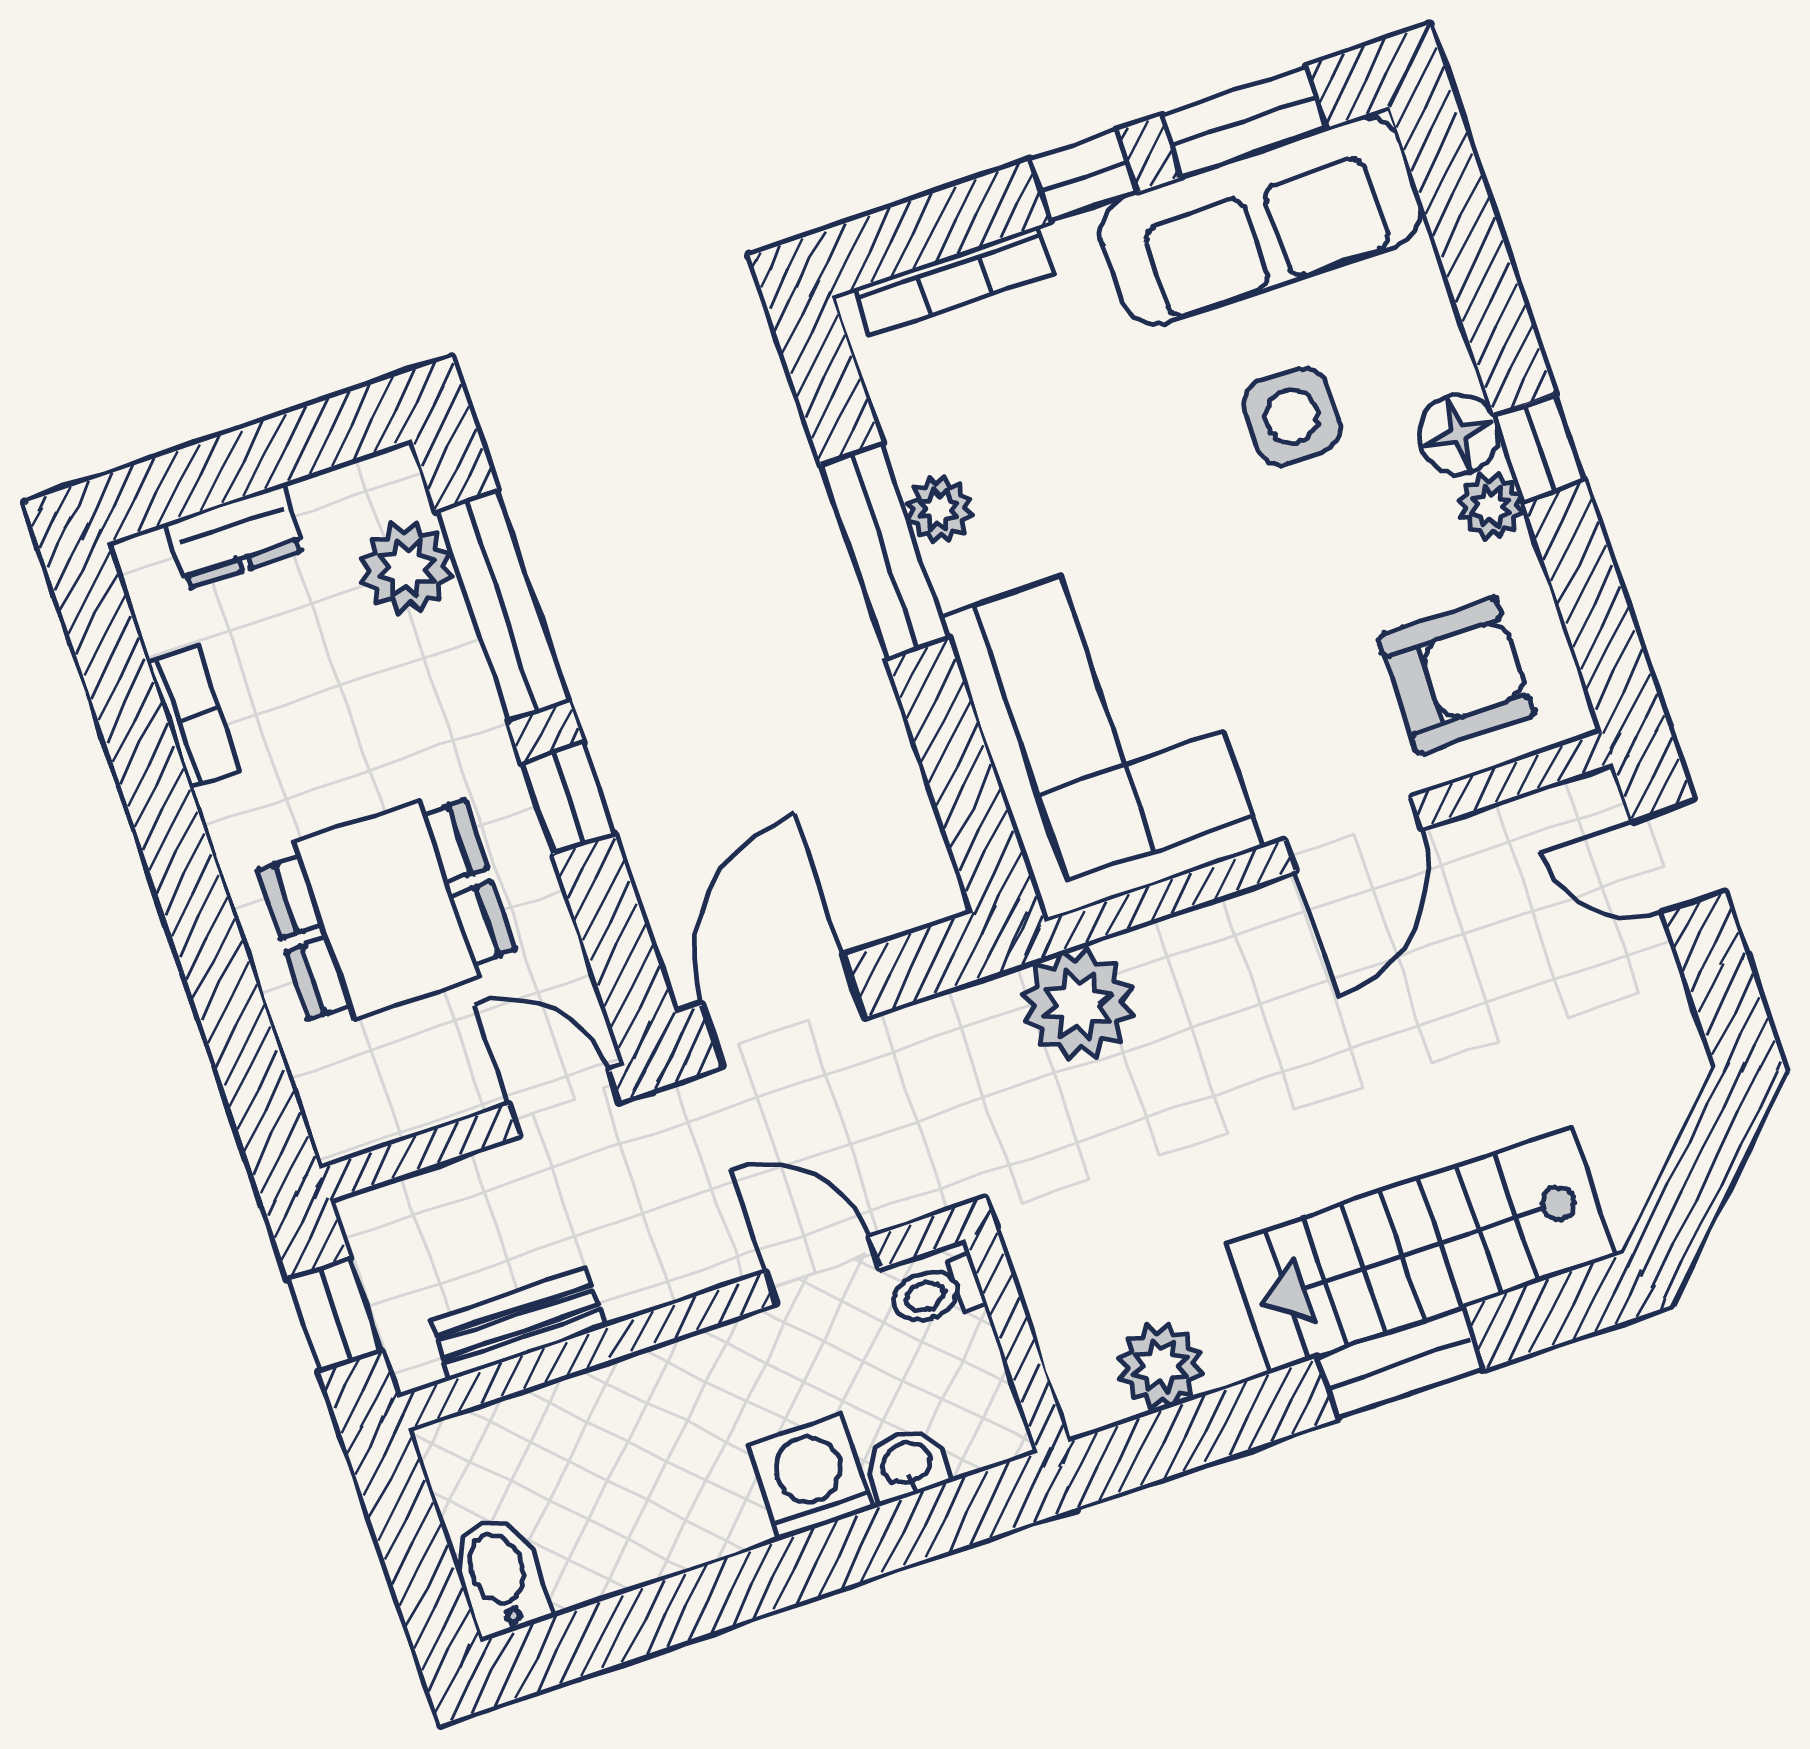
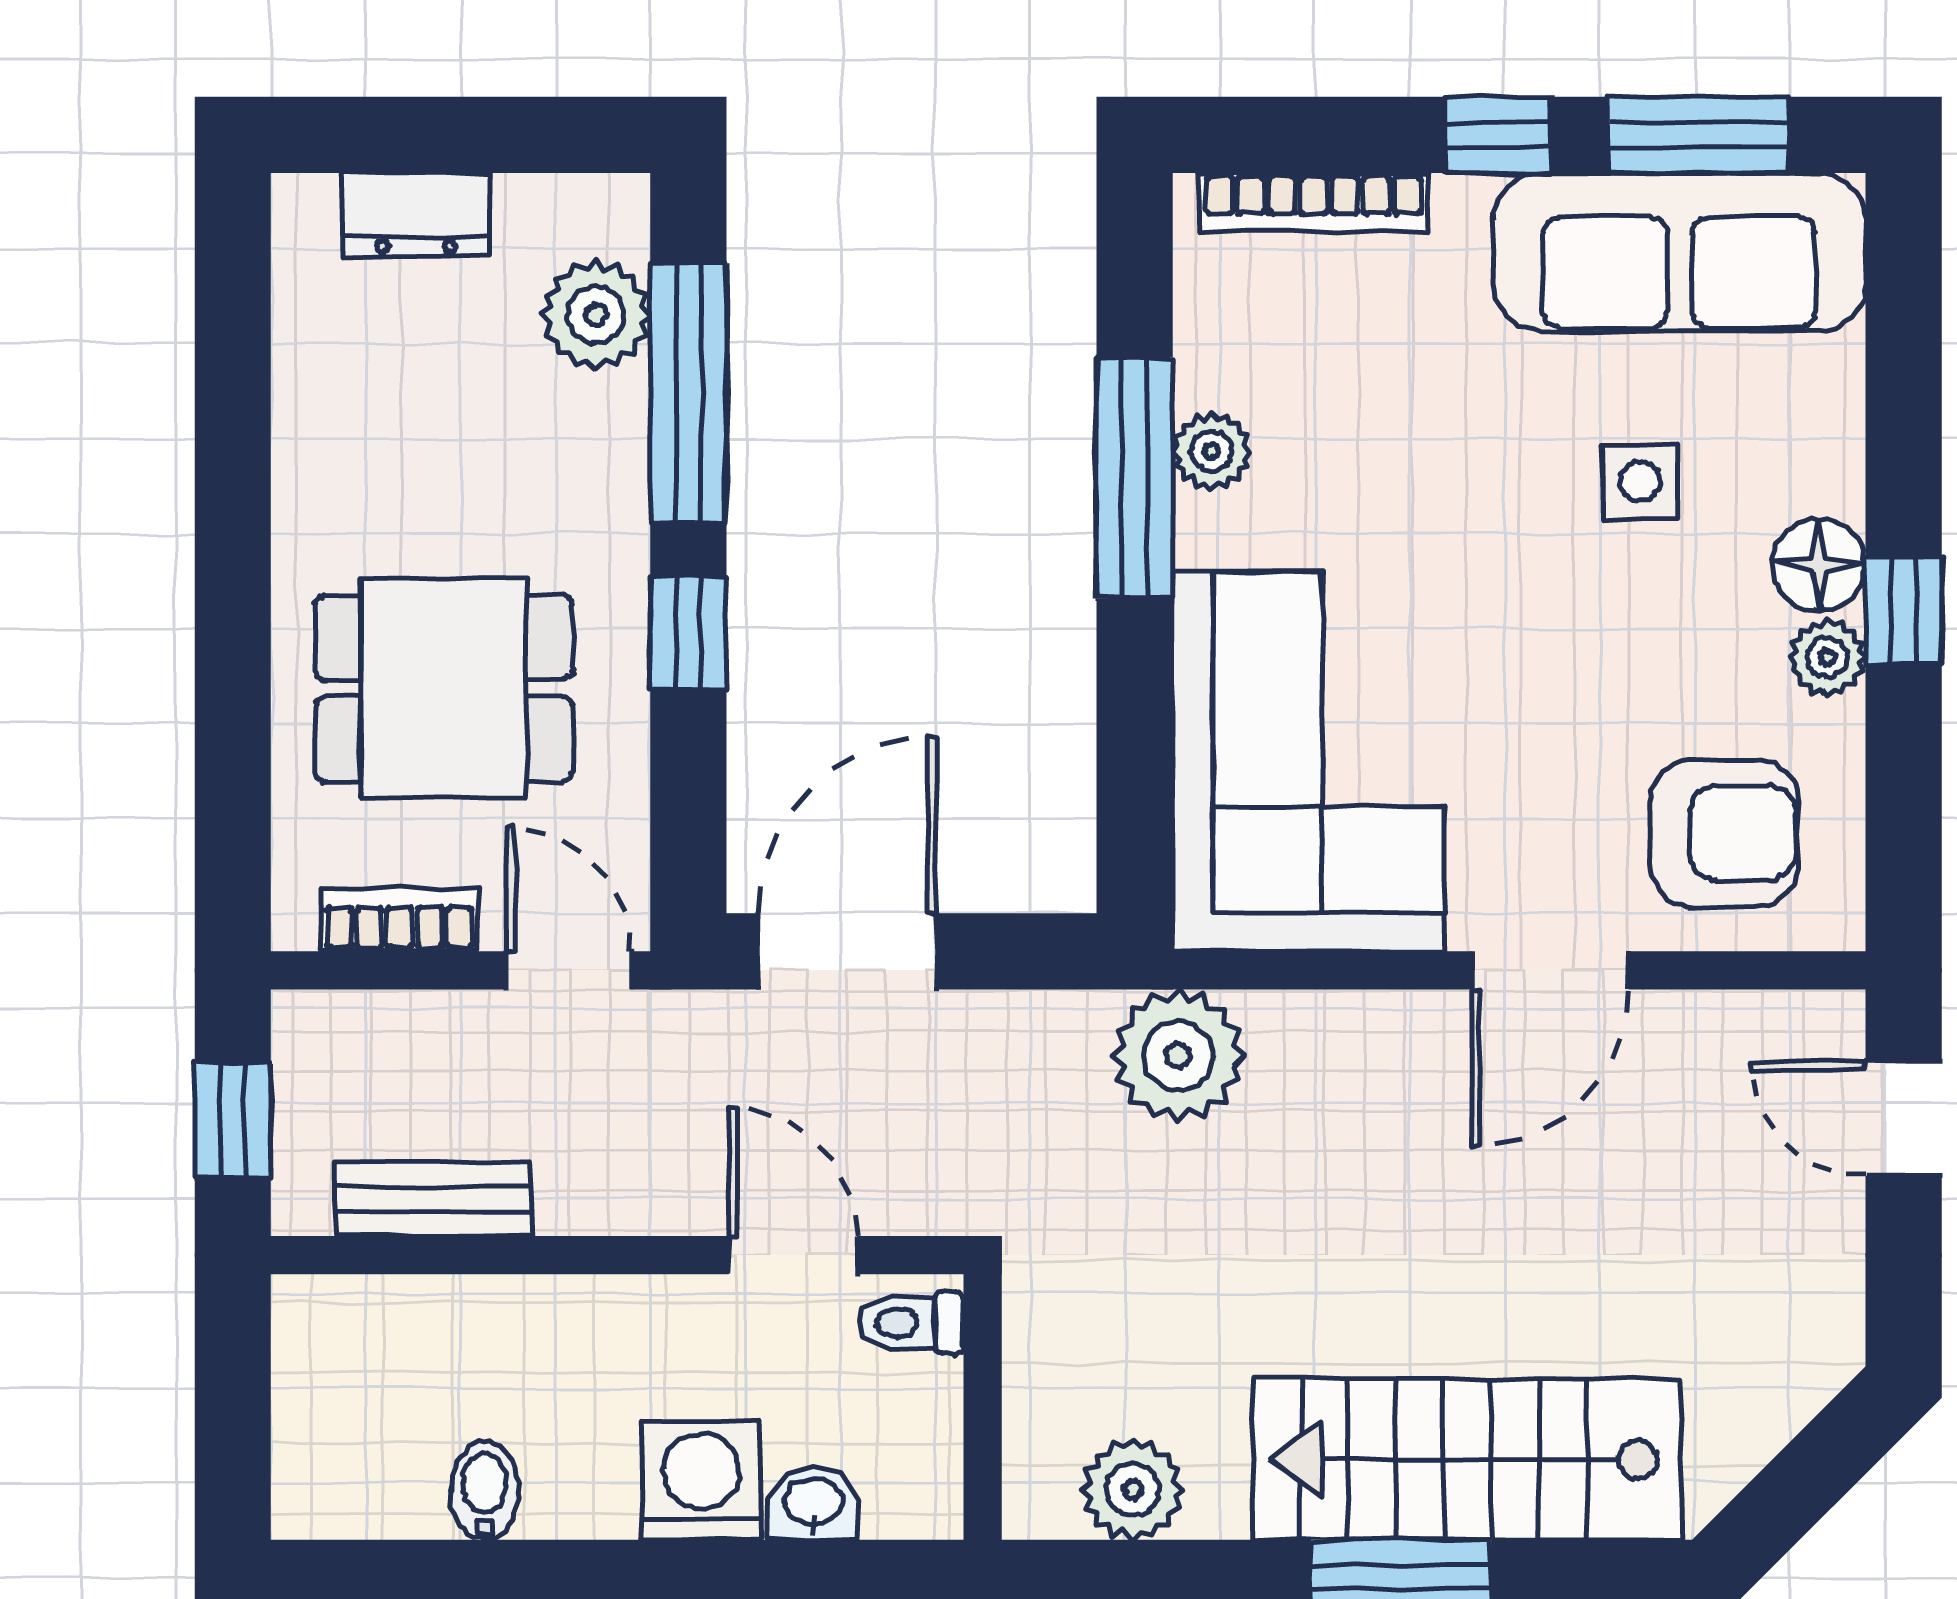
side table: (1292, 416) -> (1640, 482), width x0.73, depth x0.73
bookcase: (193, 717) -> (400, 920), moved, turned -90
bidet: (499, 1576) -> (485, 1491), moved, width x0.72, depth x0.74

